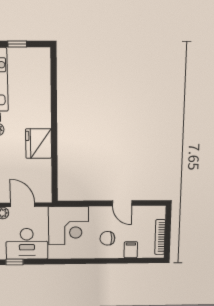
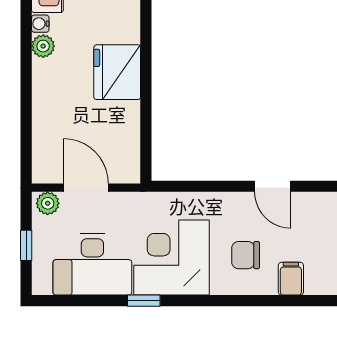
corner desk: (69, 226) -> (171, 258), moved, turned 180
window: (15, 262) -> (144, 301), moved

